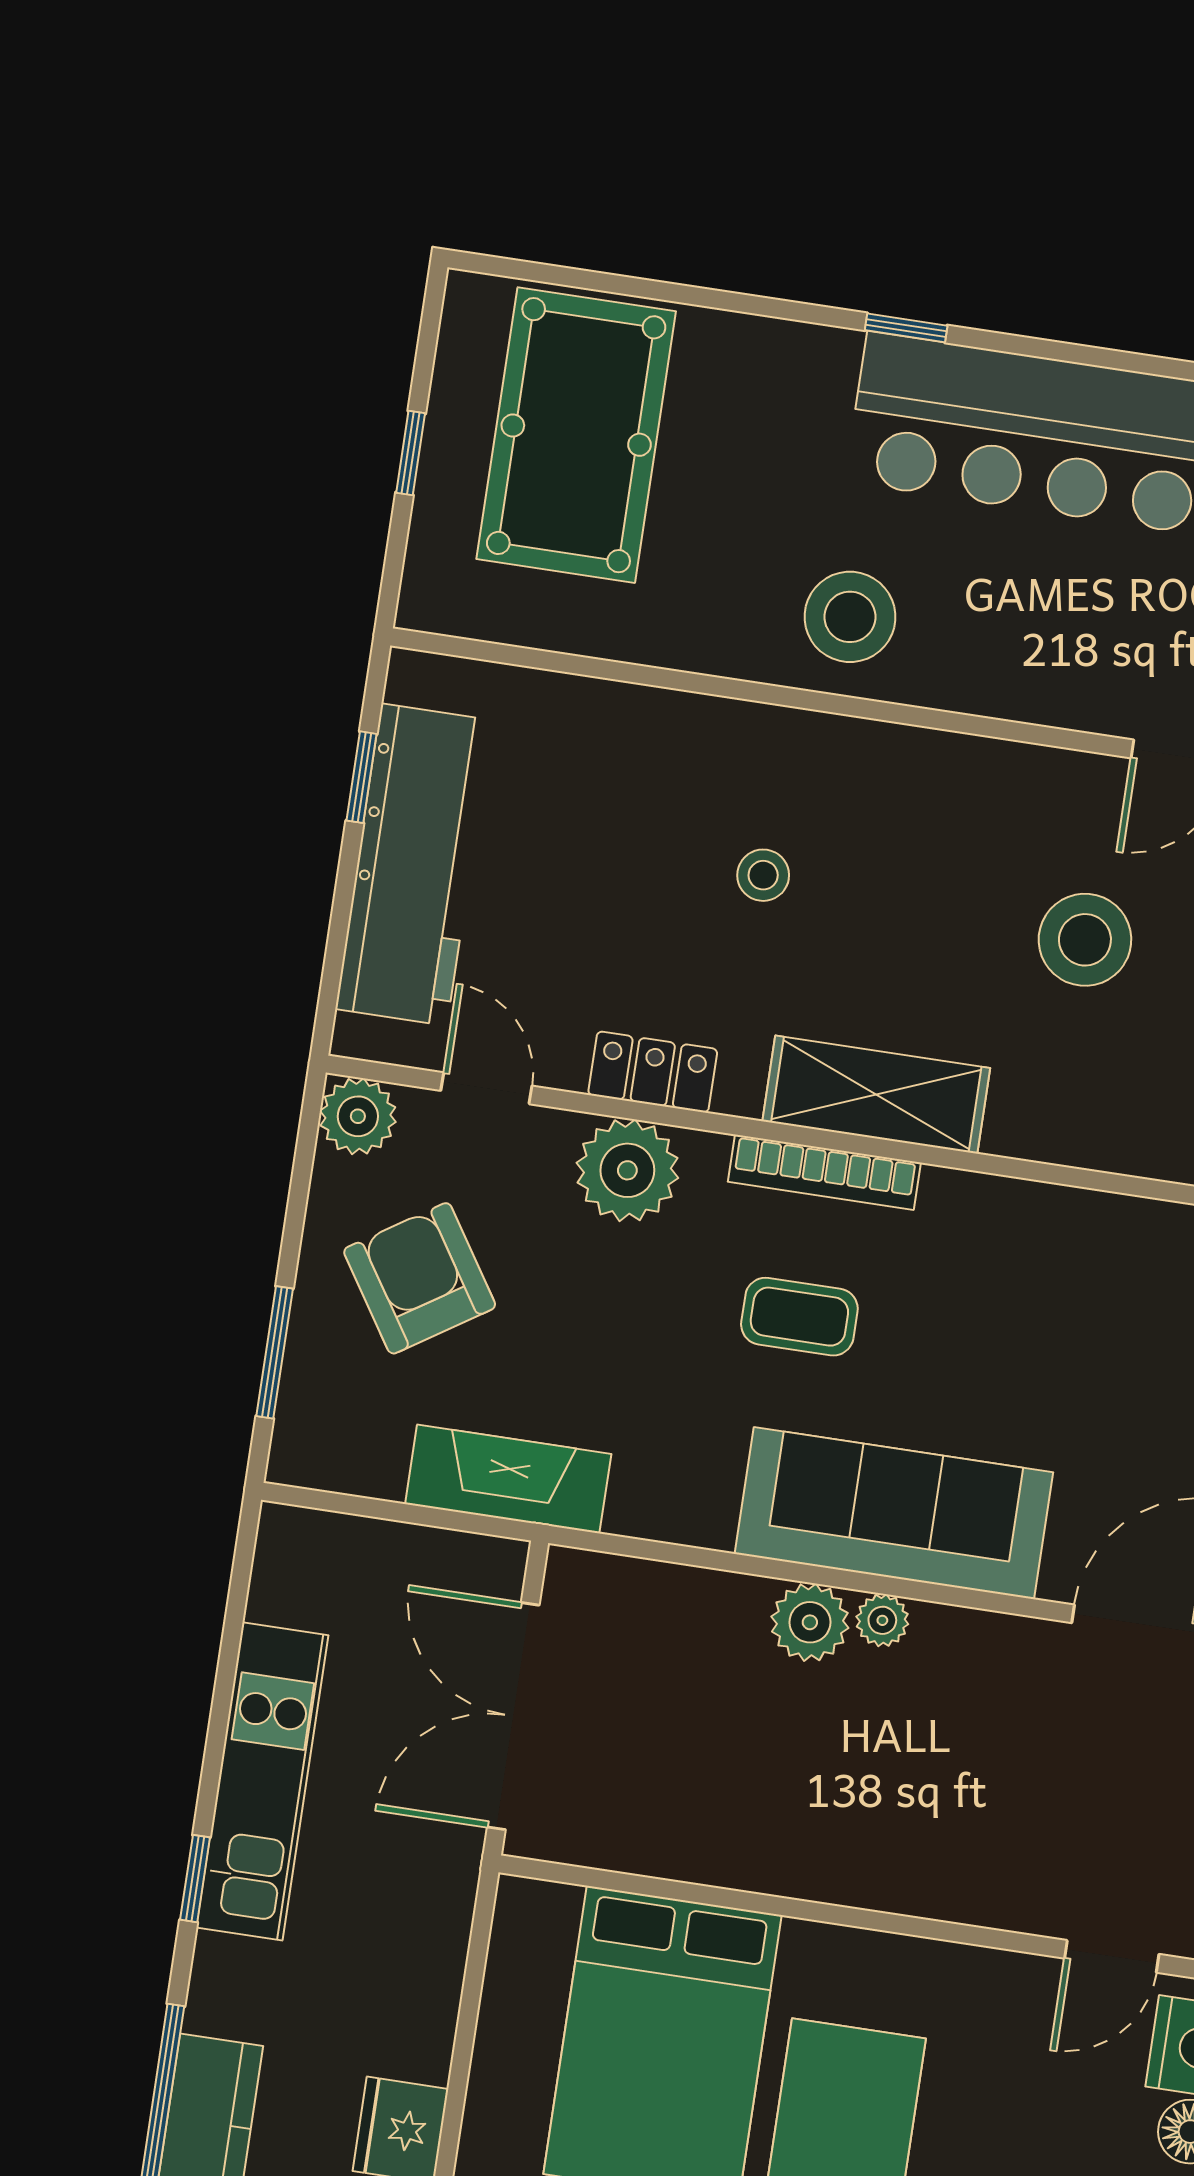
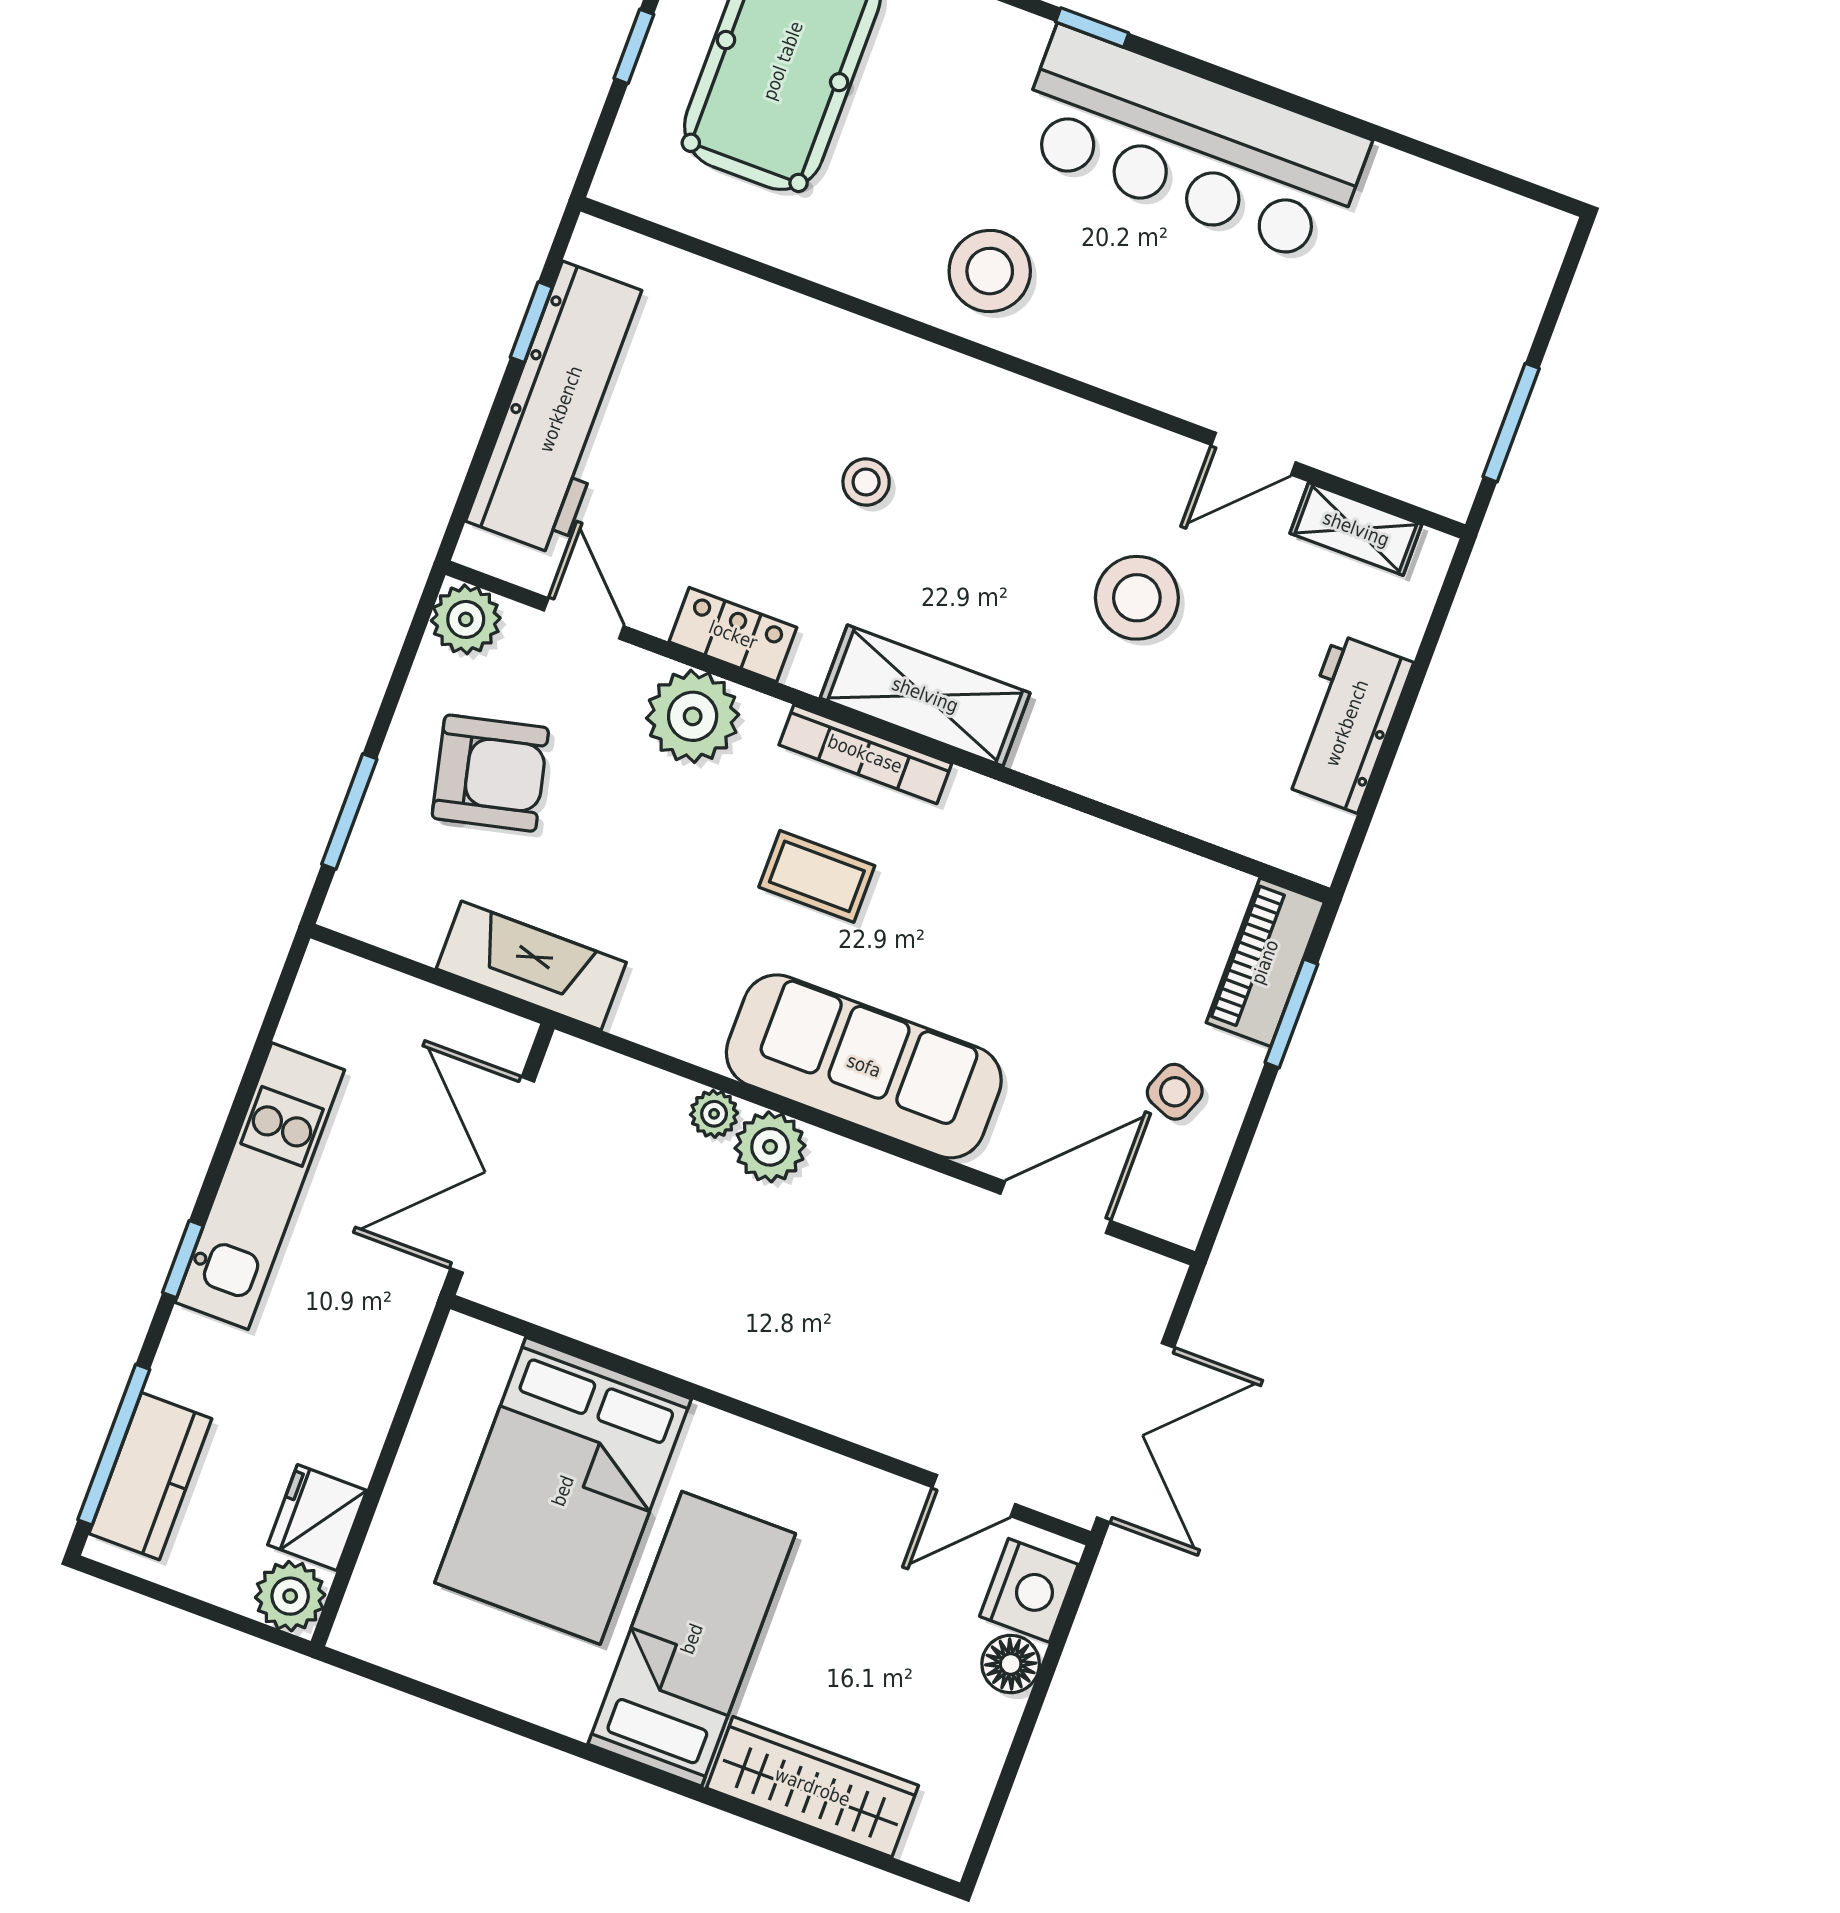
armchair: (420, 1278) -> (490, 773), turned 110
plant: (882, 1620) -> (714, 1114), moved

